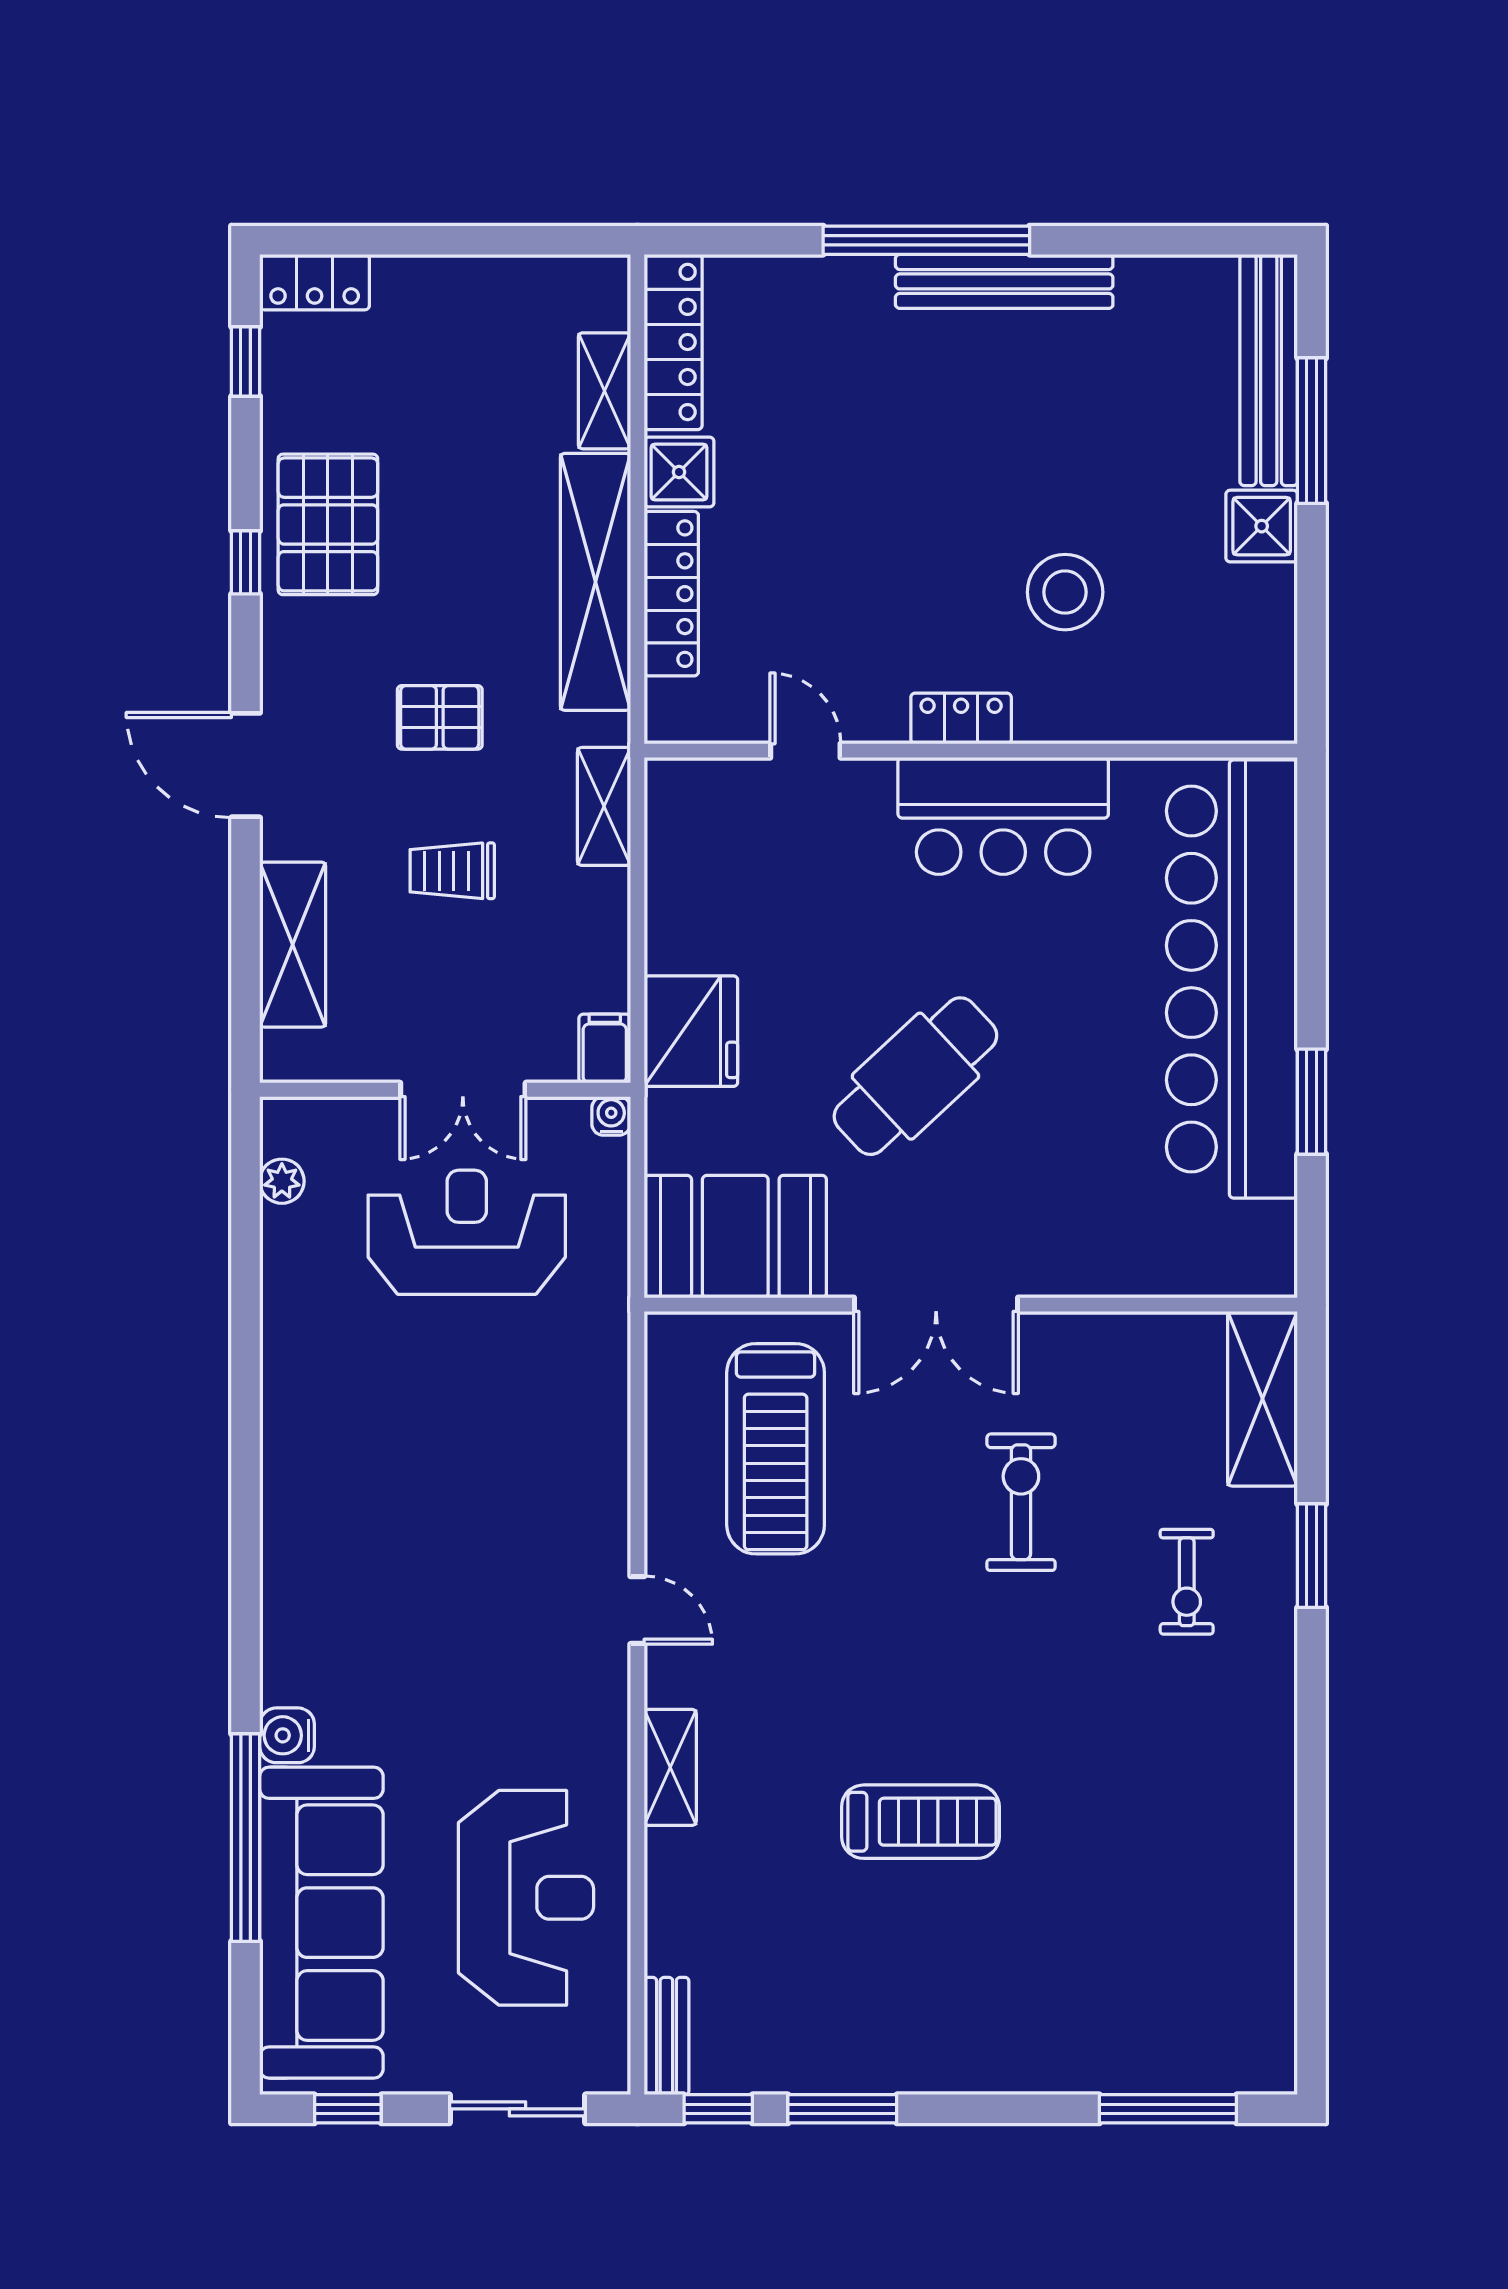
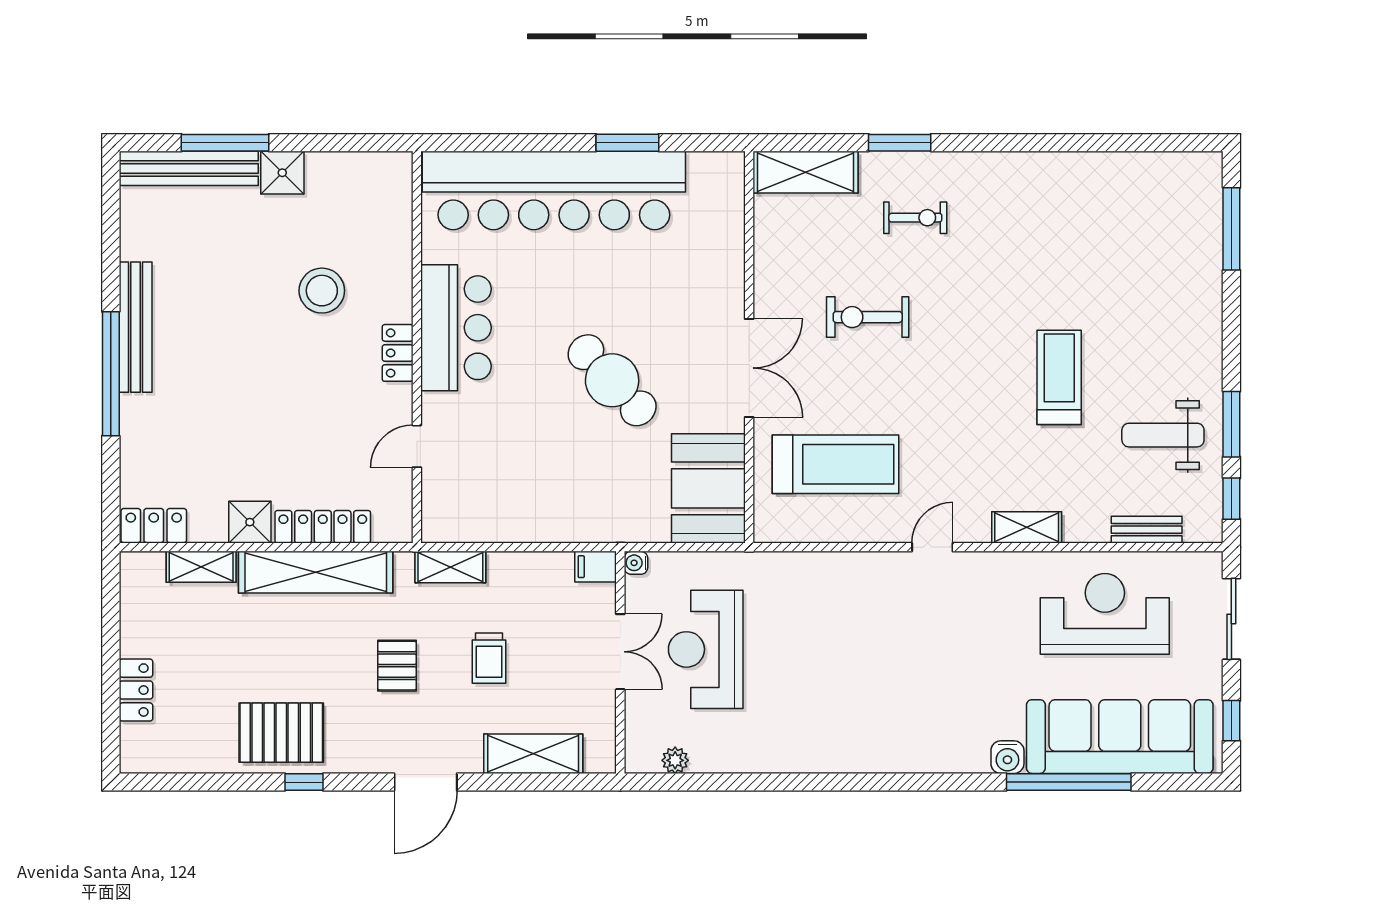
locker: (315, 282) -> (136, 690), moved
locker: (673, 342) -> (154, 526), width x0.66
window: (246, 362) -> (184, 782), removed
fridge: (691, 1031) -> (585, 515), removed
weight bench: (824, 1995) -> (1163, 435), added
bench: (666, 2036) -> (1147, 530), moved

